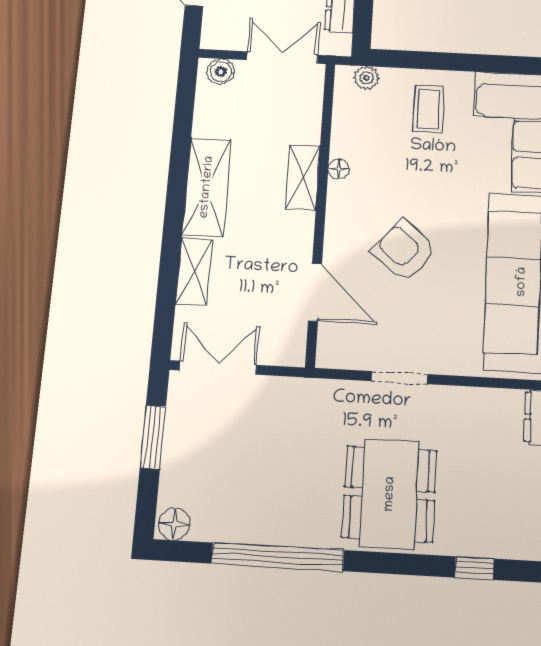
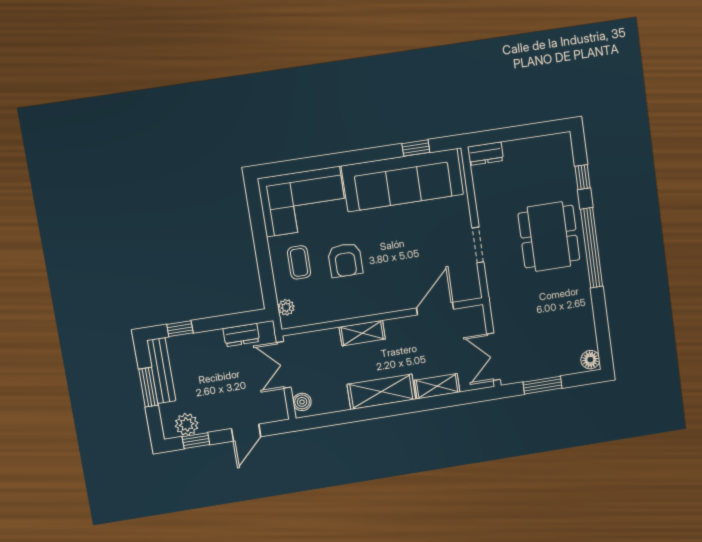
coffee table: (429, 109) -> (299, 262), turned 90
floor lamp: (339, 169) -> (352, 312), removed
armchair: (404, 251) -> (345, 260), moved, turned -41
dining table: (390, 494) -> (549, 237), turned 90
window: (278, 557) -> (592, 248), moved

